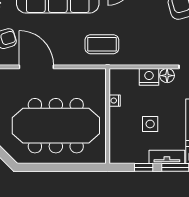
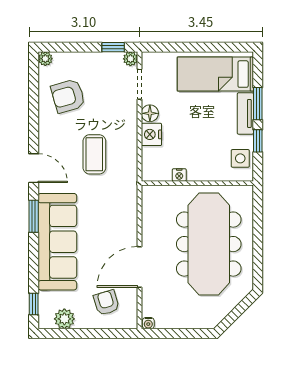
coffee table: (102, 44) -> (94, 154), moved
side table: (150, 124) -> (240, 158), moved

